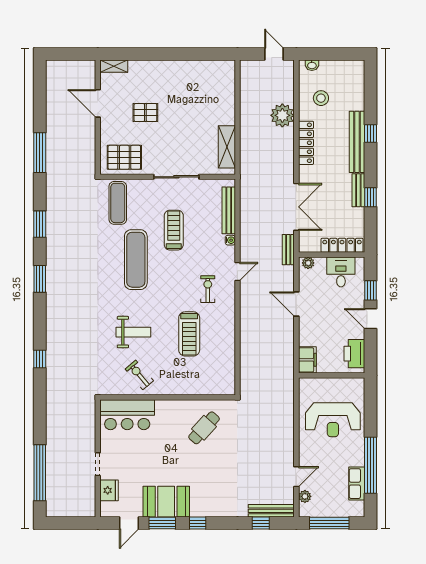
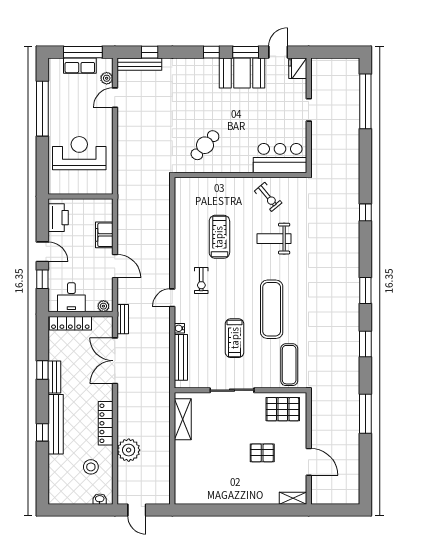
filing cabinet: (307, 360) -> (104, 235), moved
row of seats: (357, 484) -> (80, 66), moved, turned 90
fridge: (109, 490) -> (298, 68), moved

